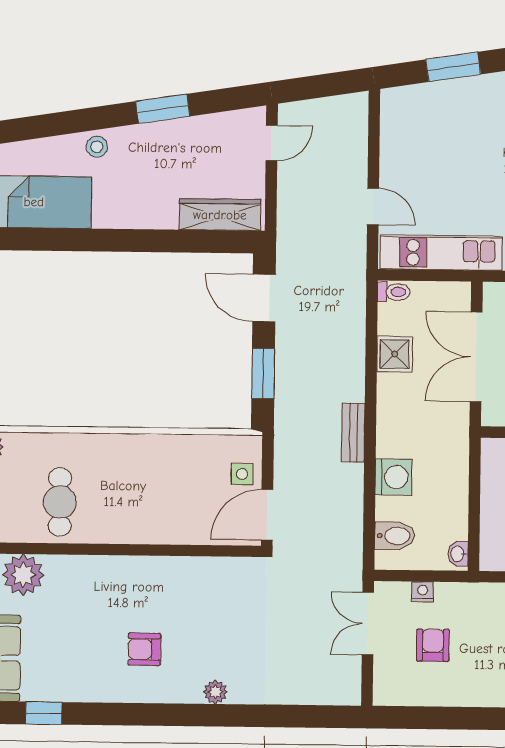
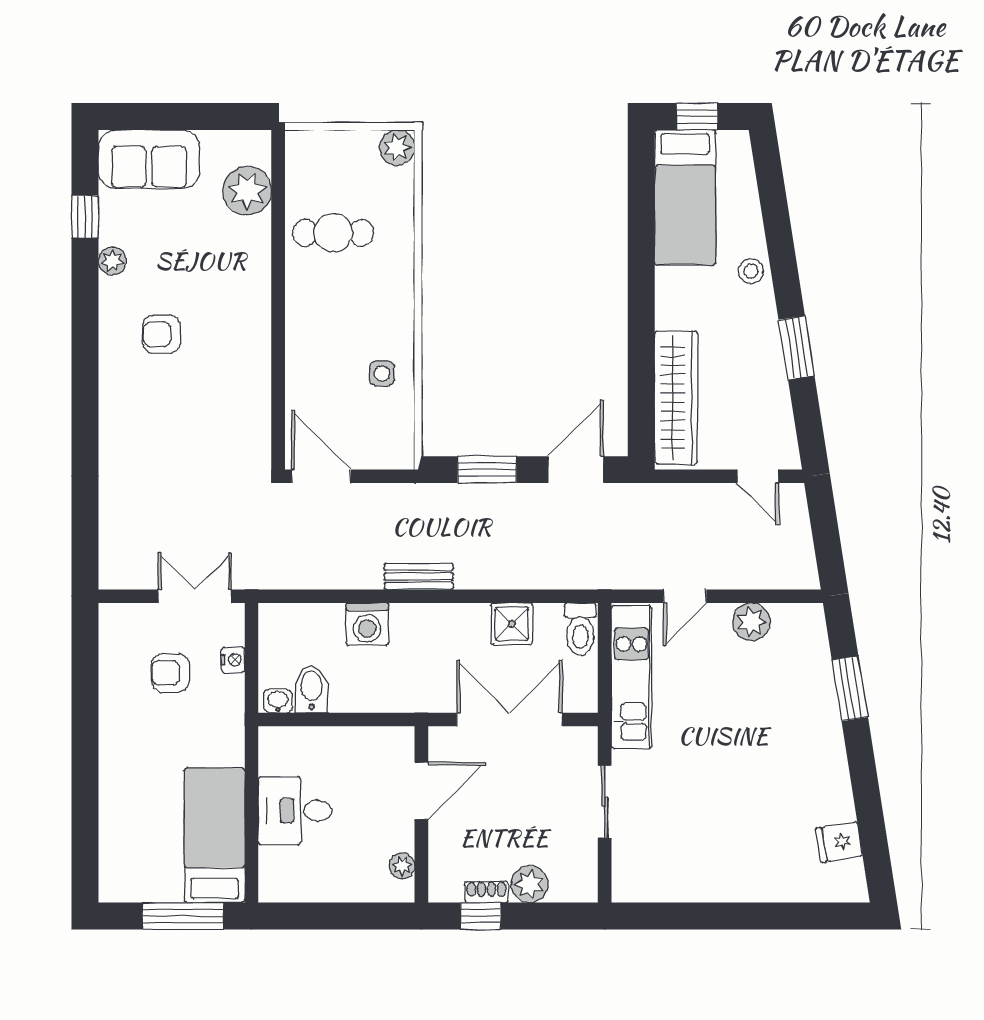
plant: (395, 150) -> (751, 622), added
wardrobe: (220, 215) -> (676, 398), width x1.40, depth x1.17
toilet: (394, 292) -> (580, 629), width x1.37, depth x1.39
side table: (242, 474) -> (382, 373), moved
bidet: (395, 536) -> (312, 689), moved, turned 180
armchair: (433, 645) -> (170, 673), turned 180
armchair: (144, 649) -> (162, 334), turned -90
plant: (215, 692) -> (112, 261), moved

